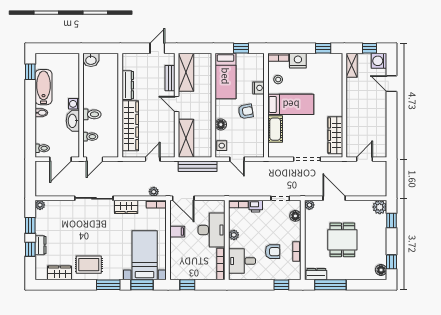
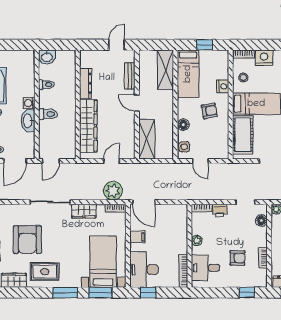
shelving: (186, 72) -> (165, 70), moved
cot: (275, 129) -> (243, 135), width x1.37, depth x1.34
toilet: (90, 137) -> (46, 85), moved
bench: (198, 166) -> (159, 169), removed
plant: (154, 192) -> (113, 191), width x1.88, depth x1.88
desk: (212, 230) -> (144, 270), moved, turned 180
armchair: (72, 234) -> (27, 240), added

